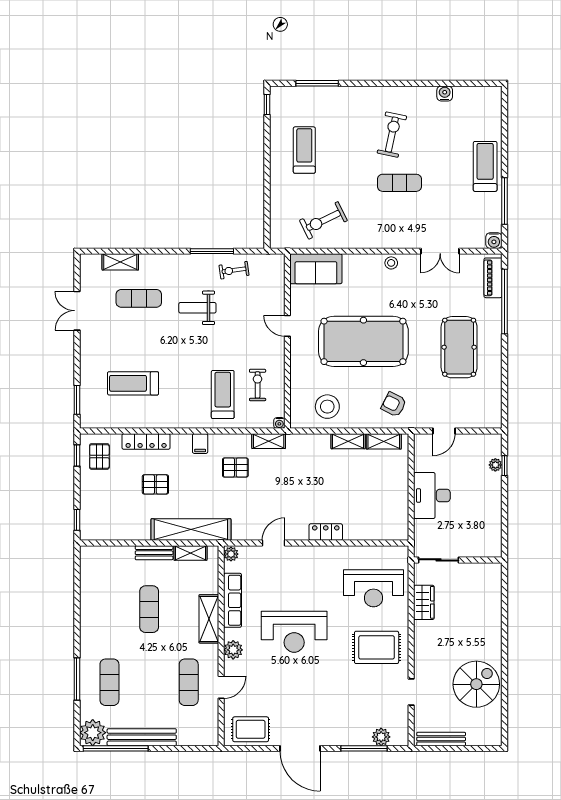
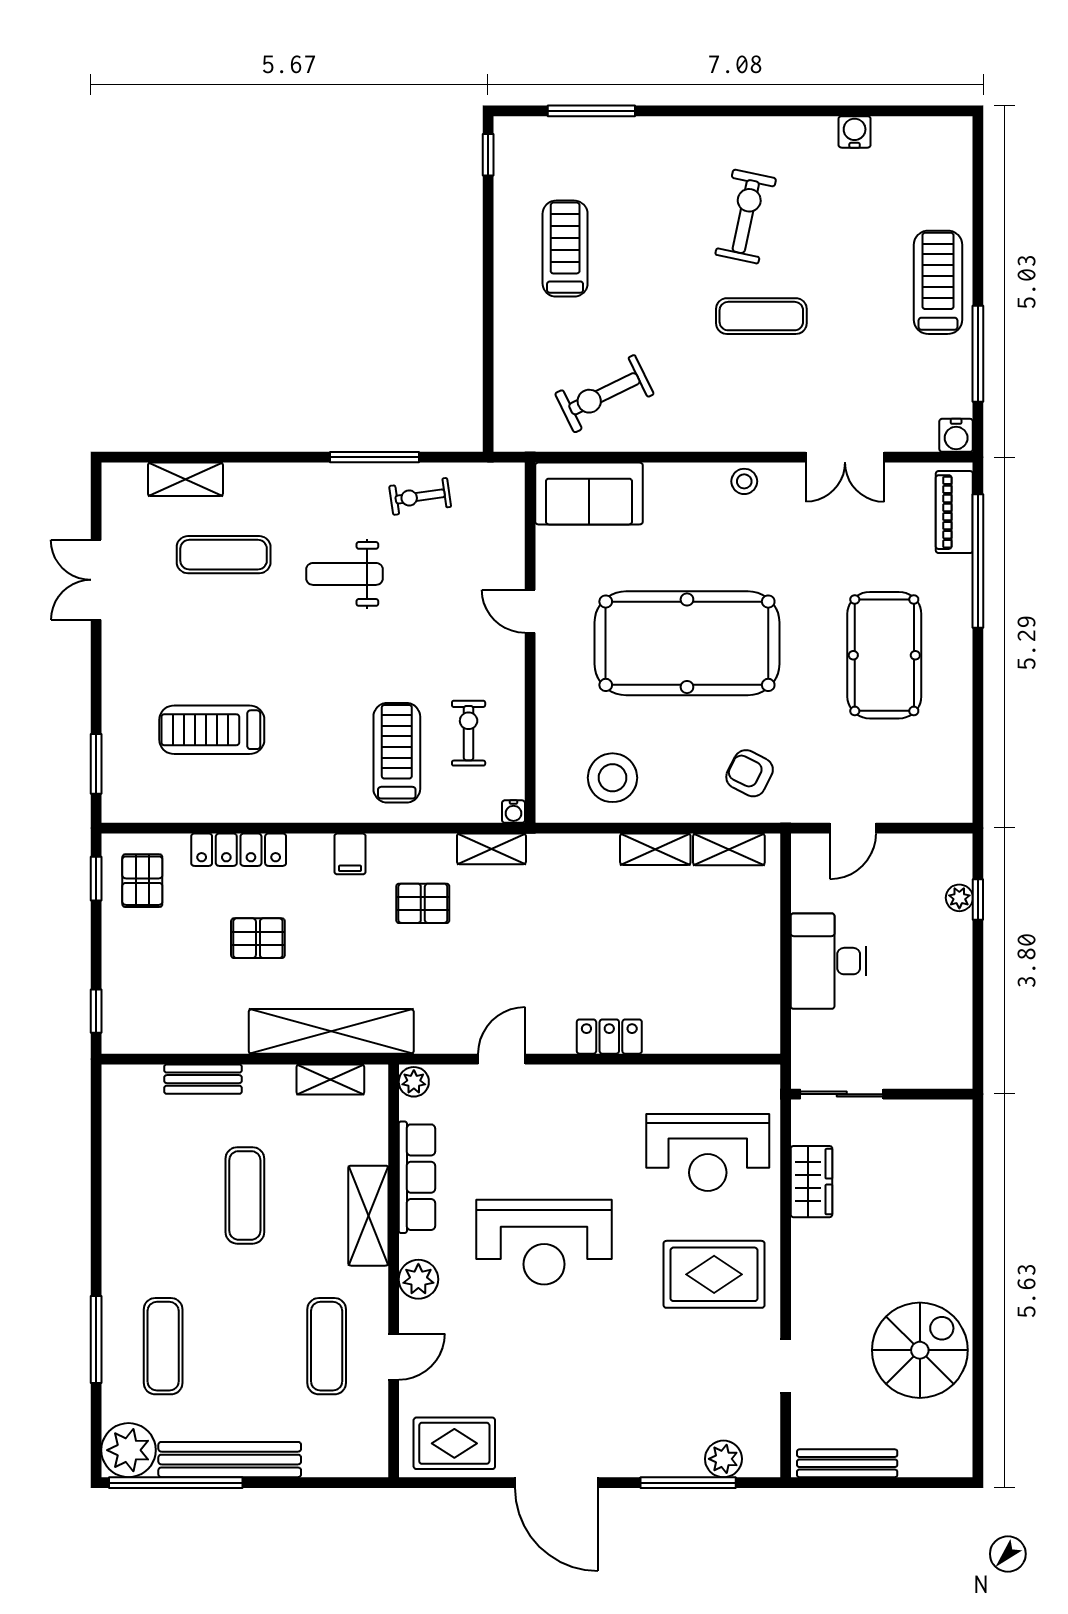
bench: (154, 553) -> (203, 1079), moved

